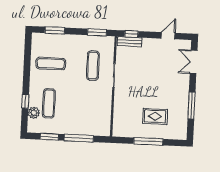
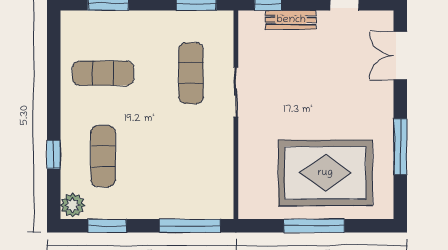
bench: (130, 42) -> (291, 20), moved
plant: (34, 113) -> (73, 205), moved
rug: (155, 116) -> (325, 173), width x1.86, depth x2.06
window: (79, 138) -> (190, 226), moved

